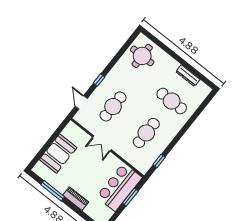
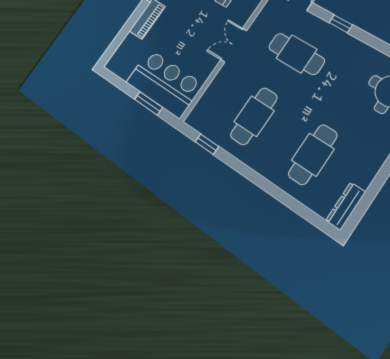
dresser: (188, 76) -> (346, 206), moved
cafe table: (146, 133) -> (254, 116), turned 90

